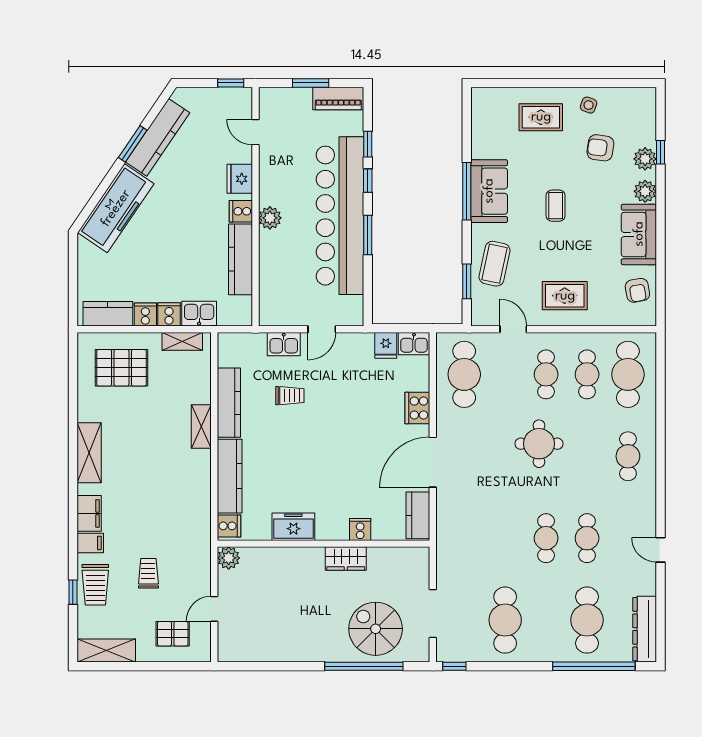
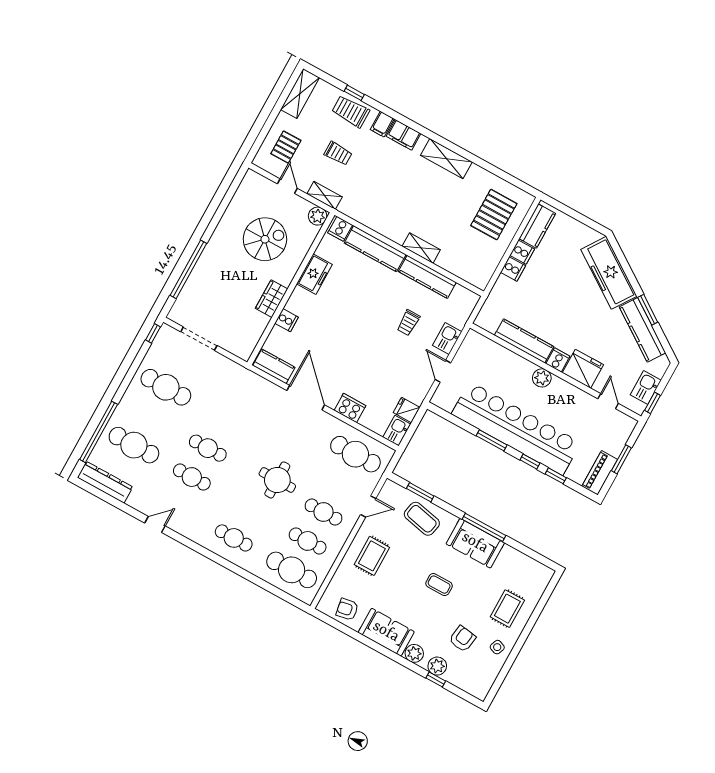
door: (255, 132) -> (608, 401), hinge flipped
fridge: (240, 179) -> (583, 369), width x1.36, depth x1.34
kitchen sink: (199, 314) -> (646, 387), moved, turned 180
shelving: (182, 341) -> (325, 195), moved, turned 90
spiral stairs: (376, 629) -> (265, 239), moved

